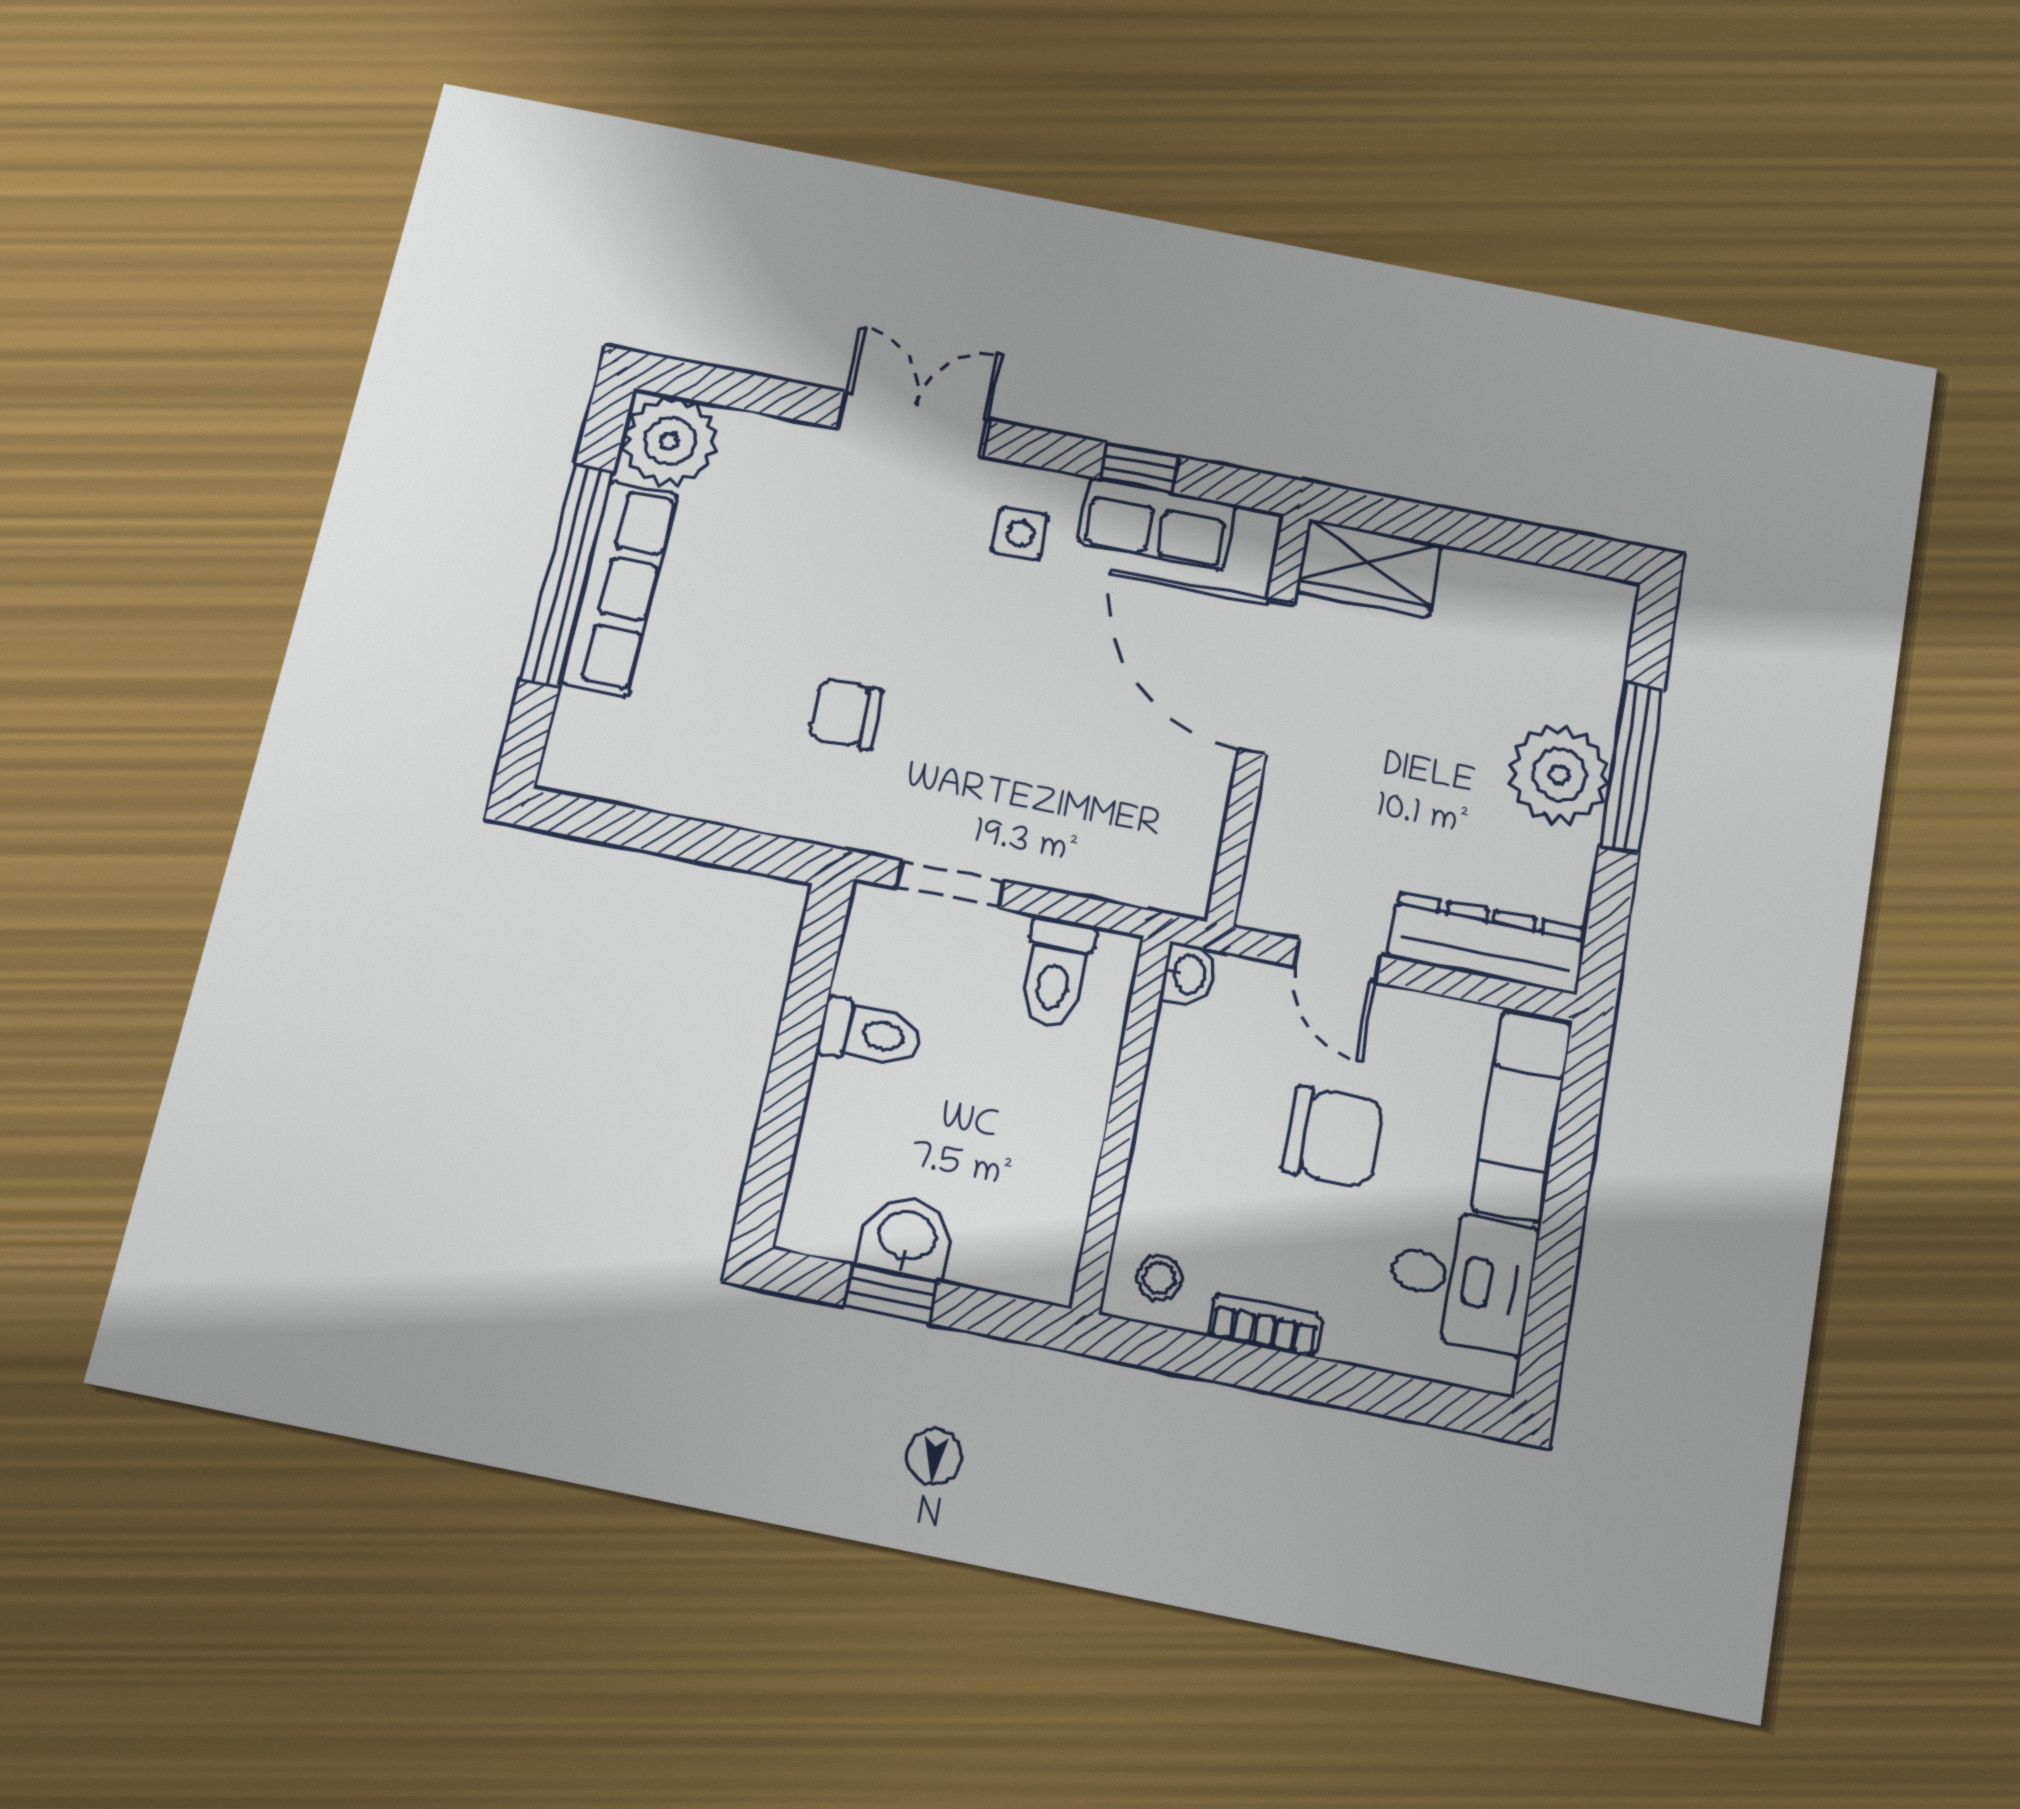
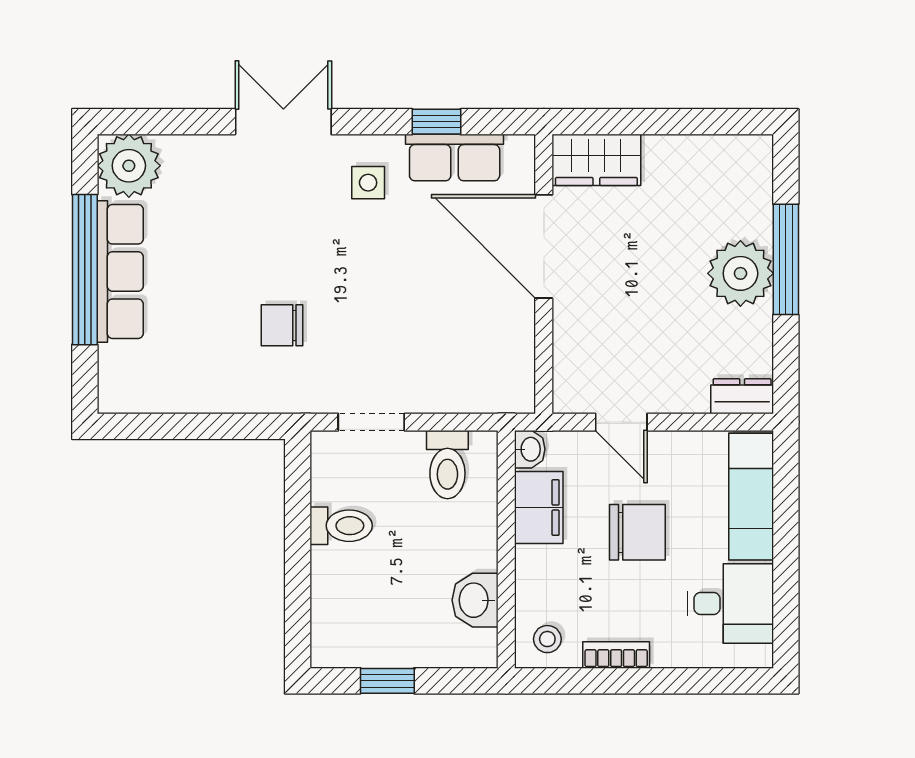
dresser: (1487, 943) -> (742, 396), width x0.51, depth x0.80
filing cabinet: (1185, 1067) -> (539, 508), added
washbasin: (906, 1237) -> (475, 600), moved, turned -90

